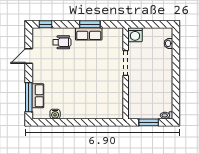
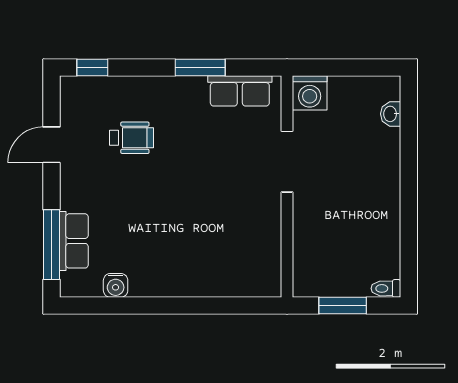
row of seats: (89, 34) -> (240, 91), moved
wheelchair: (62, 42) -> (131, 138), moved

